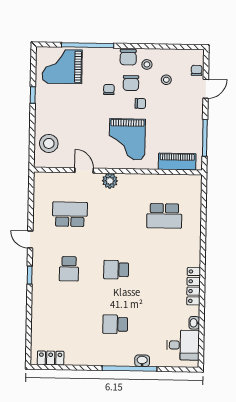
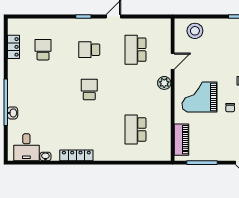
school desk: (70, 214) -> (135, 50), turned 180
school desk: (115, 324) -> (43, 50), moved
locker: (51, 358) -> (14, 47), moved

